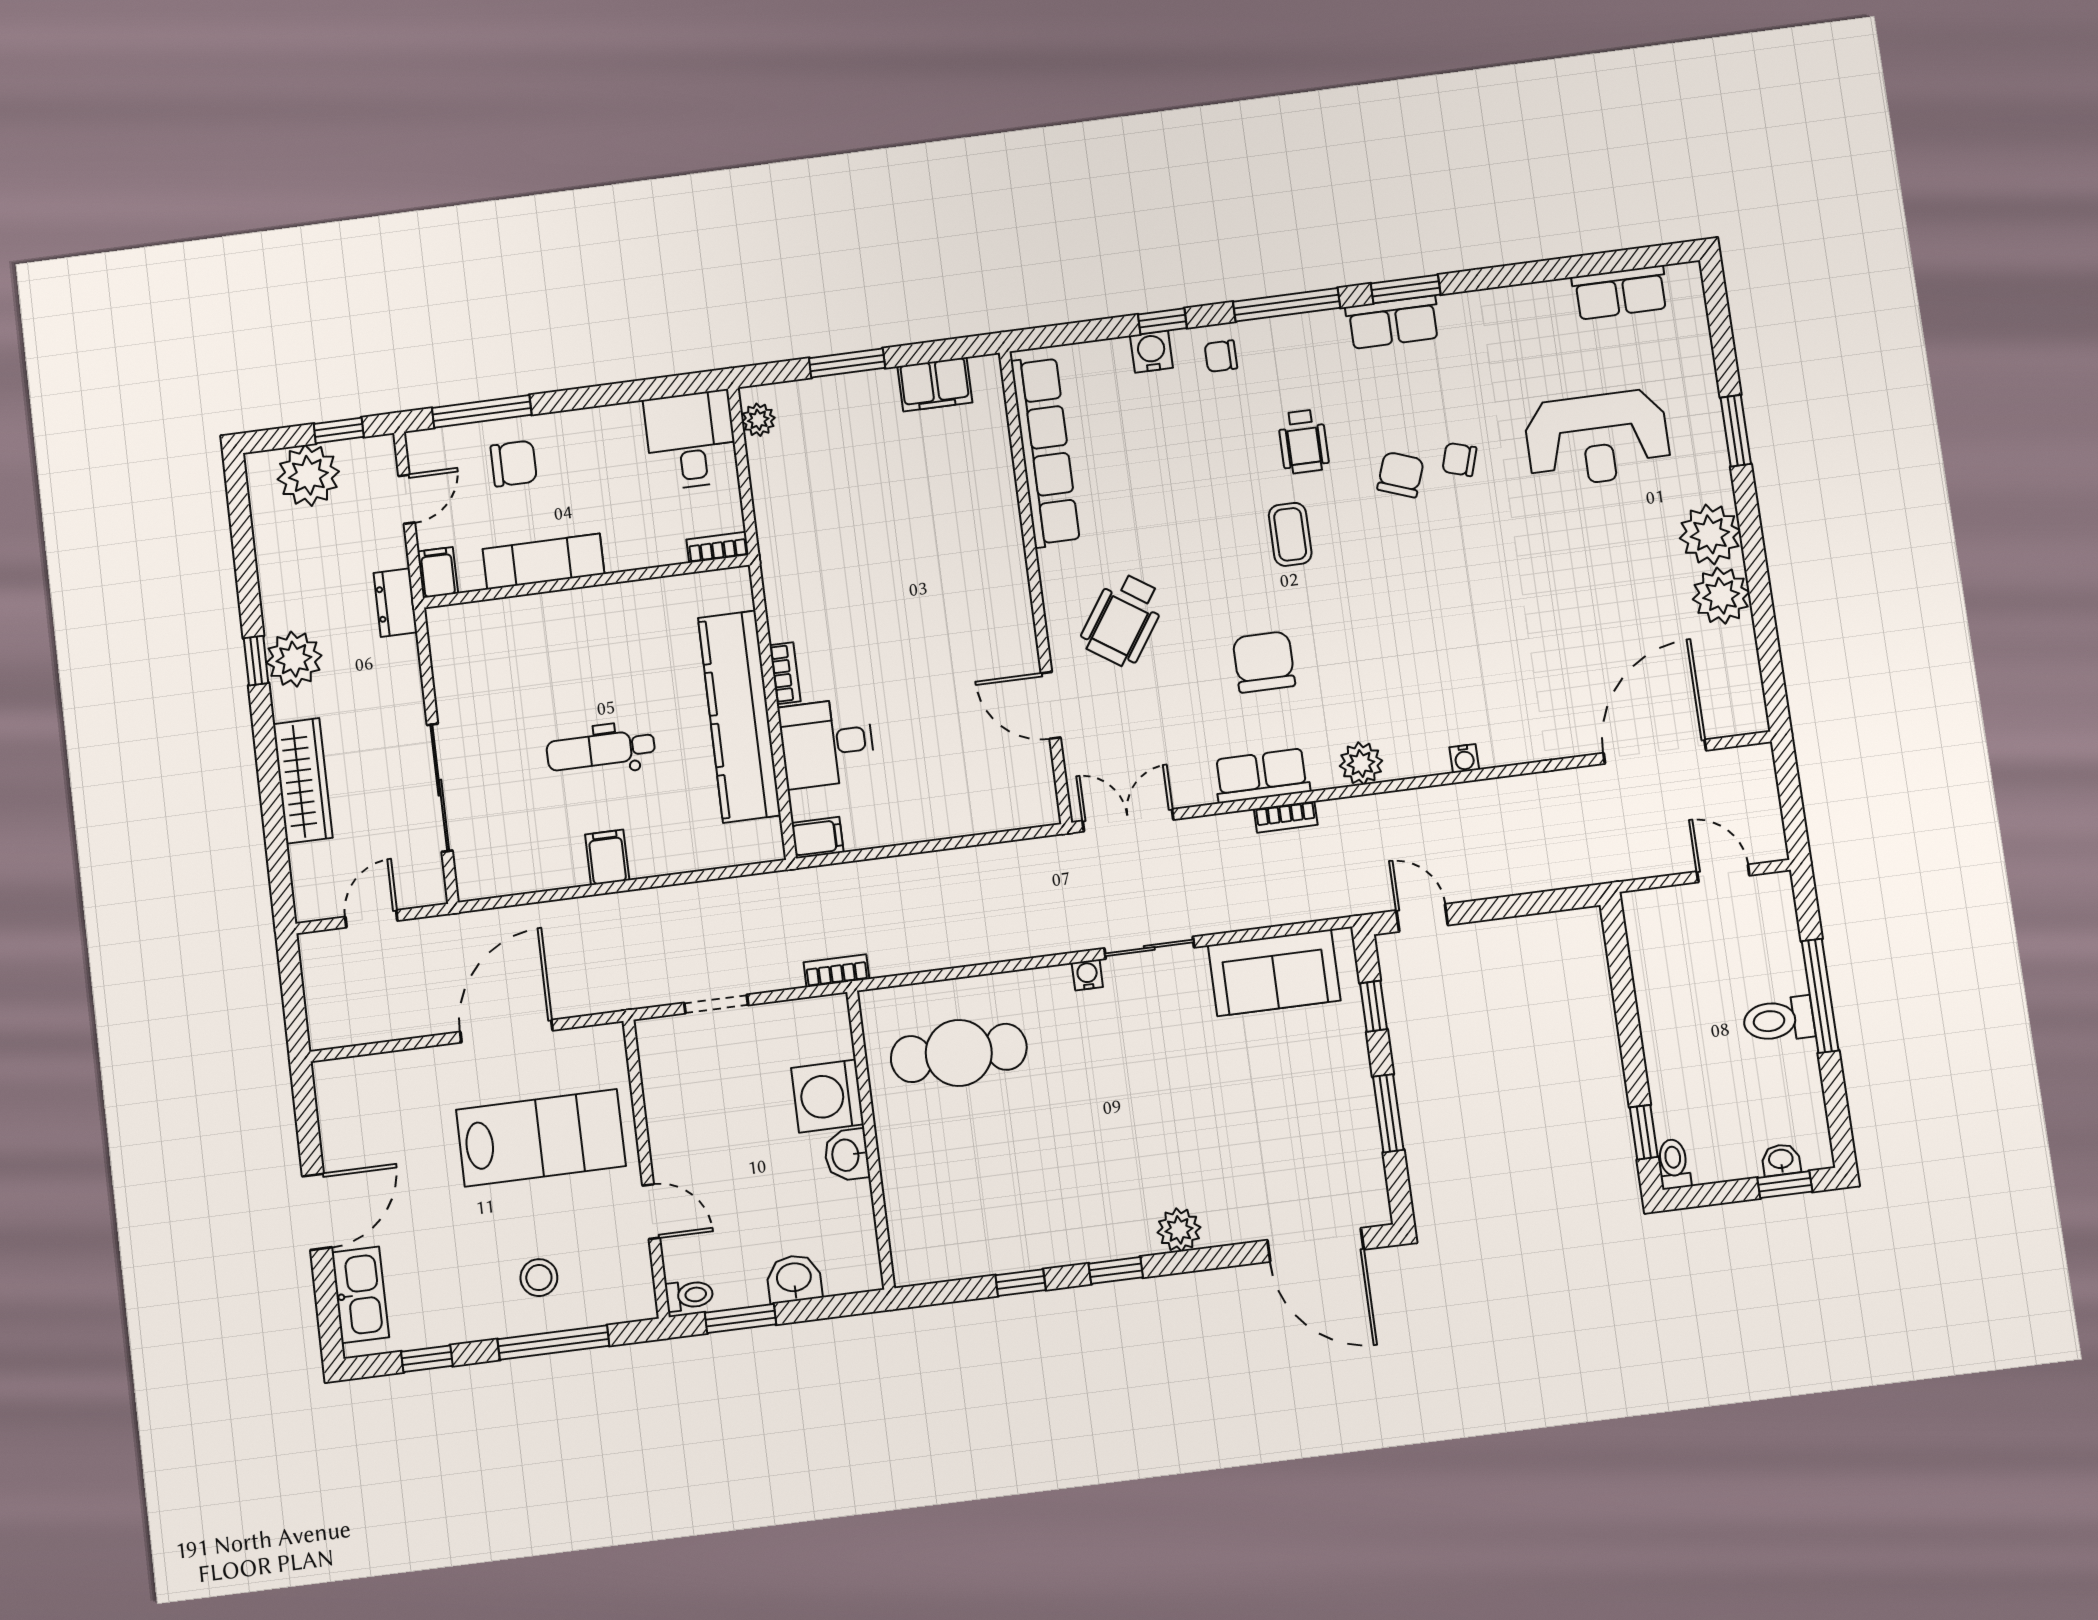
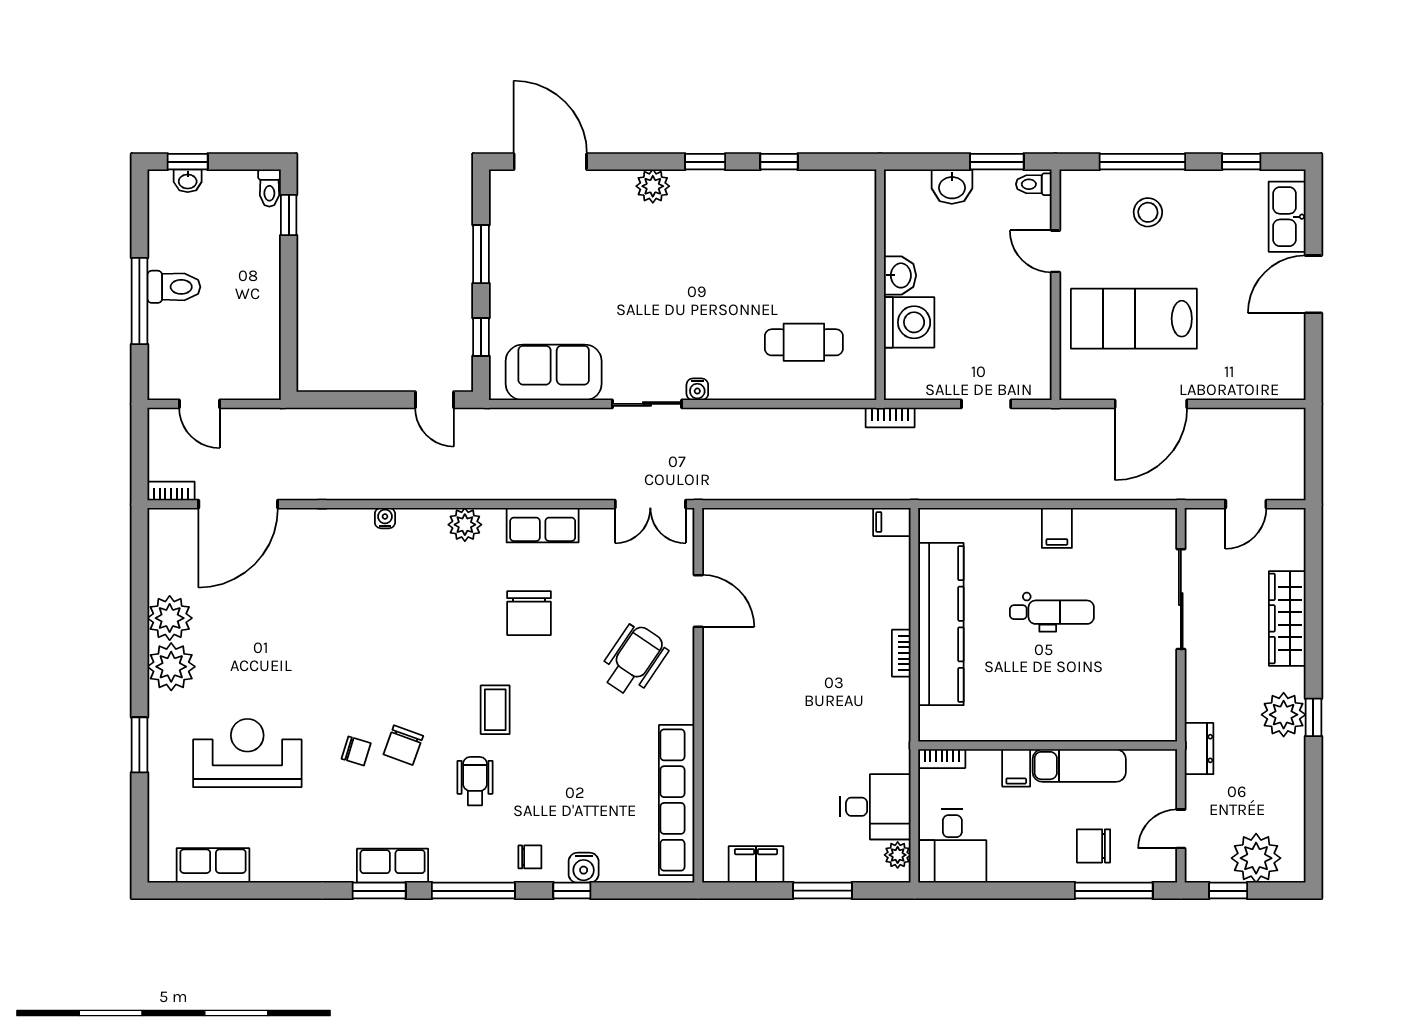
filing cabinet: (438, 572) -> (1016, 768), moved
desk: (827, 743) -> (876, 807), moved
bookcase: (1286, 817) -> (171, 491), moved
cafe table: (959, 1053) -> (804, 342), width x0.73, depth x0.74

